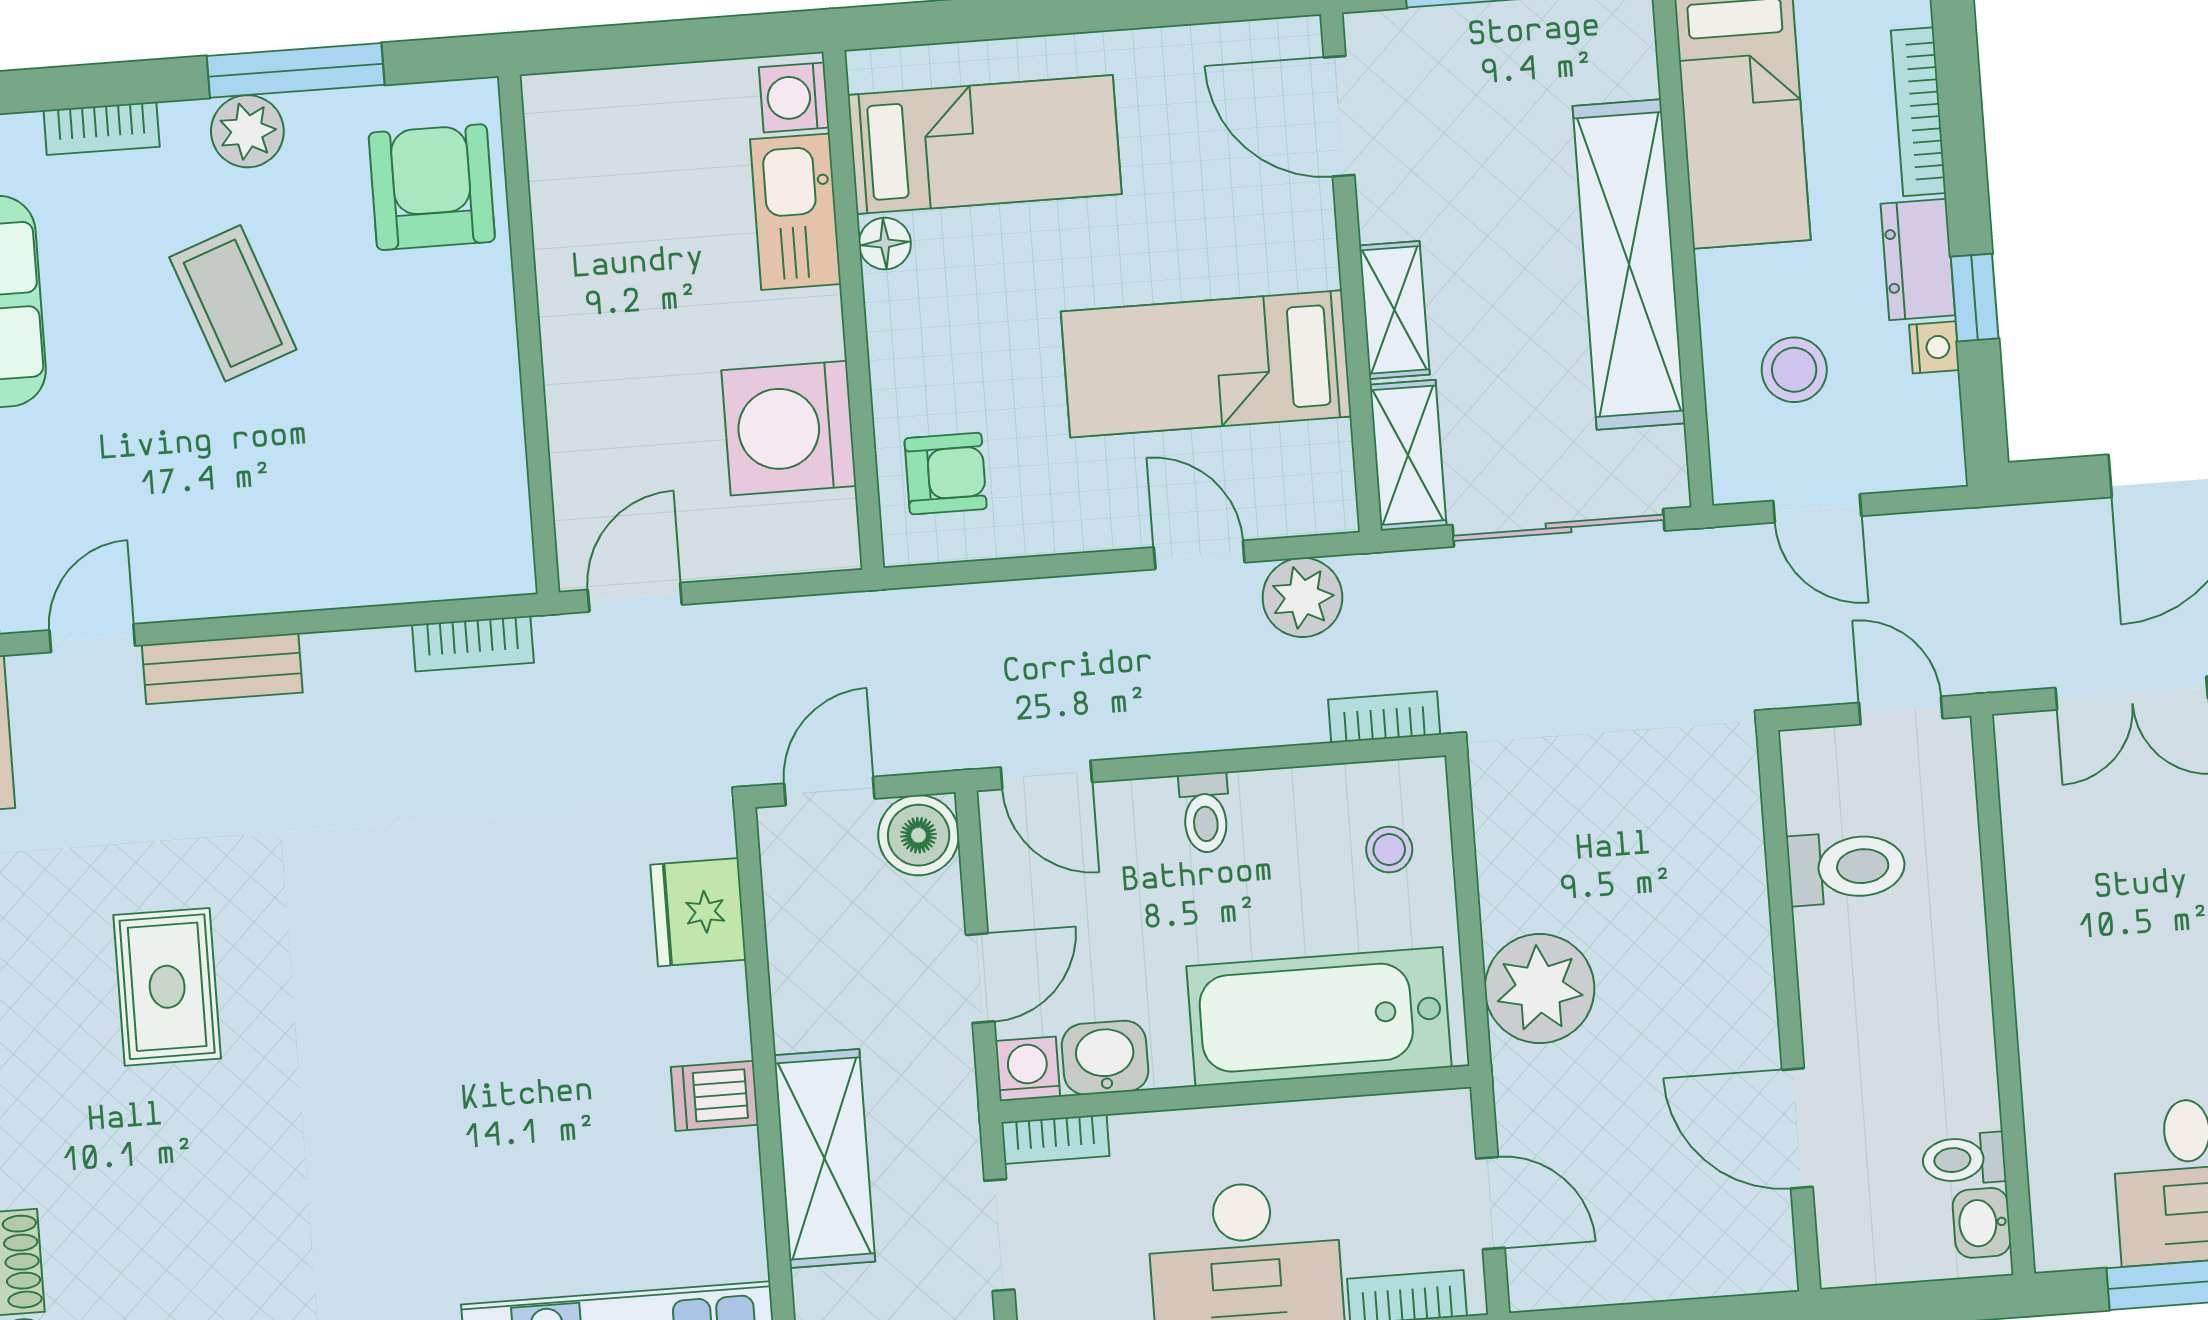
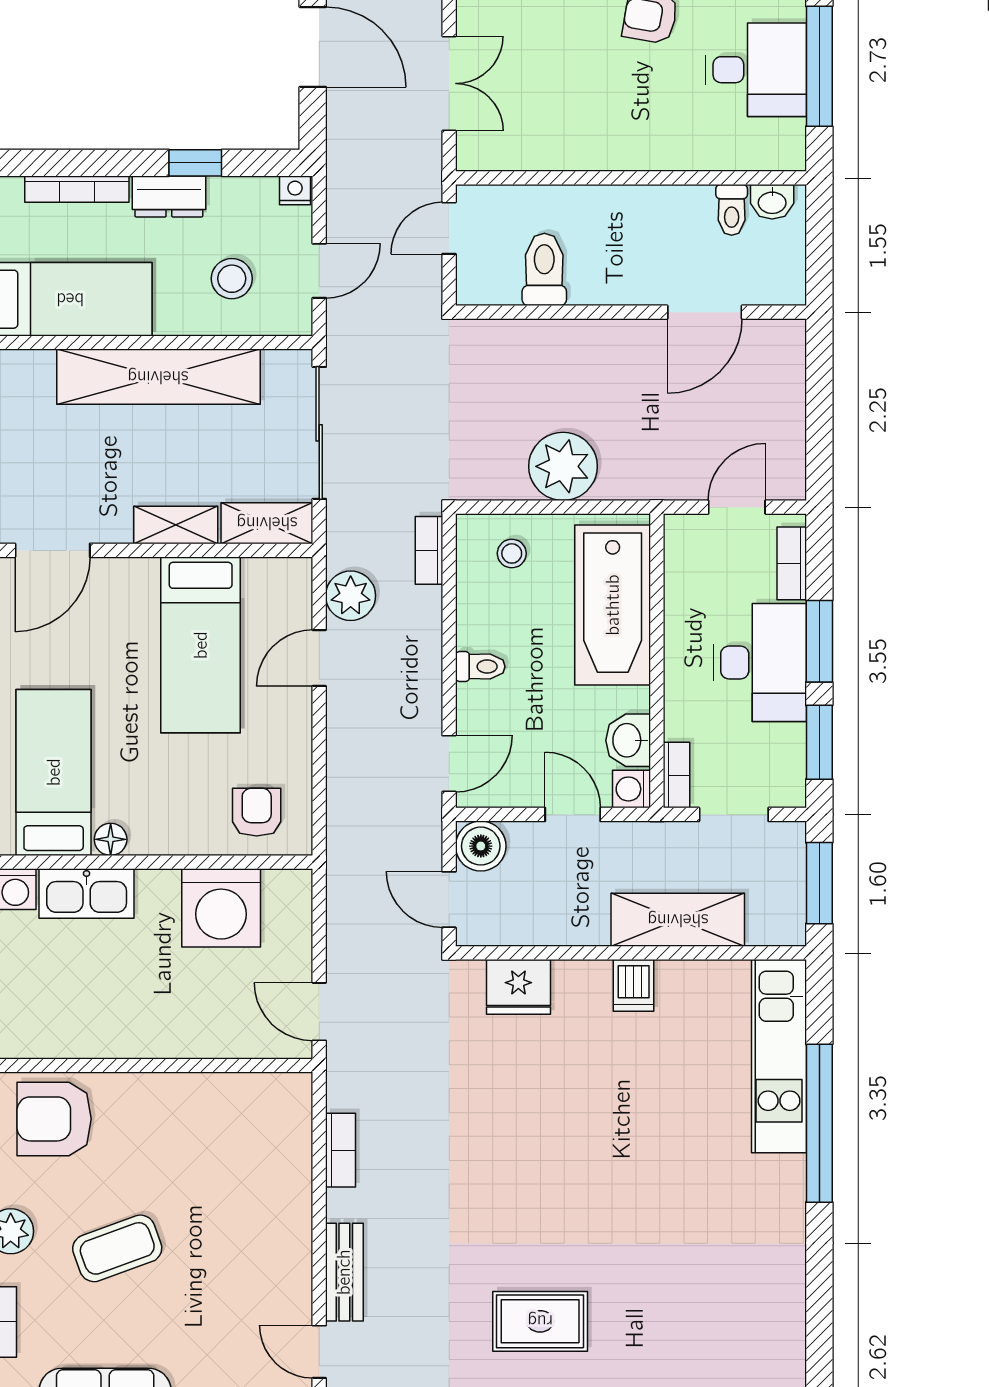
nightstand: (1934, 347) -> (295, 190), moved
bookcase: (473, 644) -> (341, 1150), moved
plant: (1540, 989) -> (563, 466), moved

